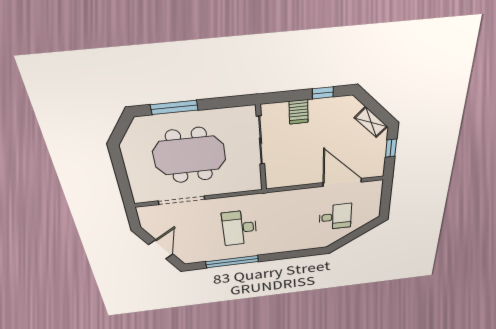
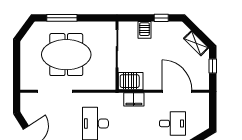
server rack: (282, 178) -> (131, 81), added
filing cabinet: (287, 197) -> (134, 99), added

